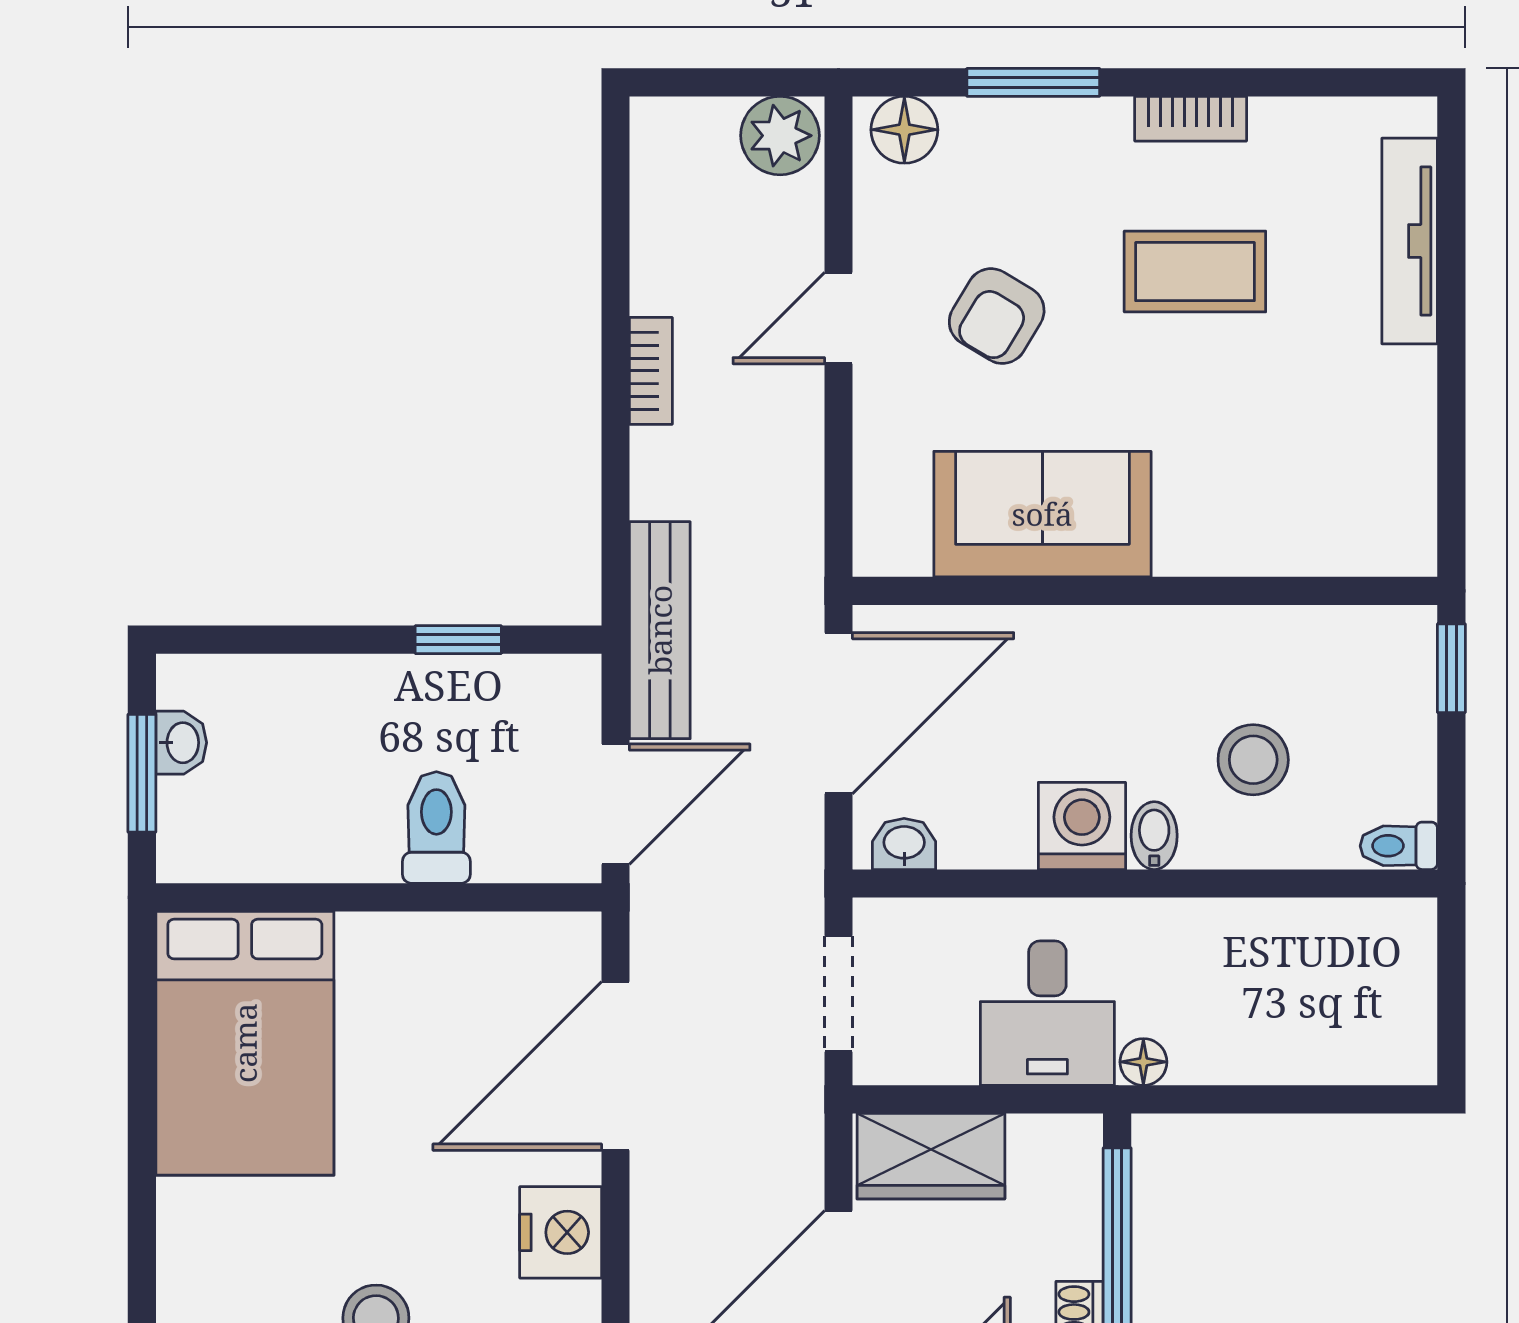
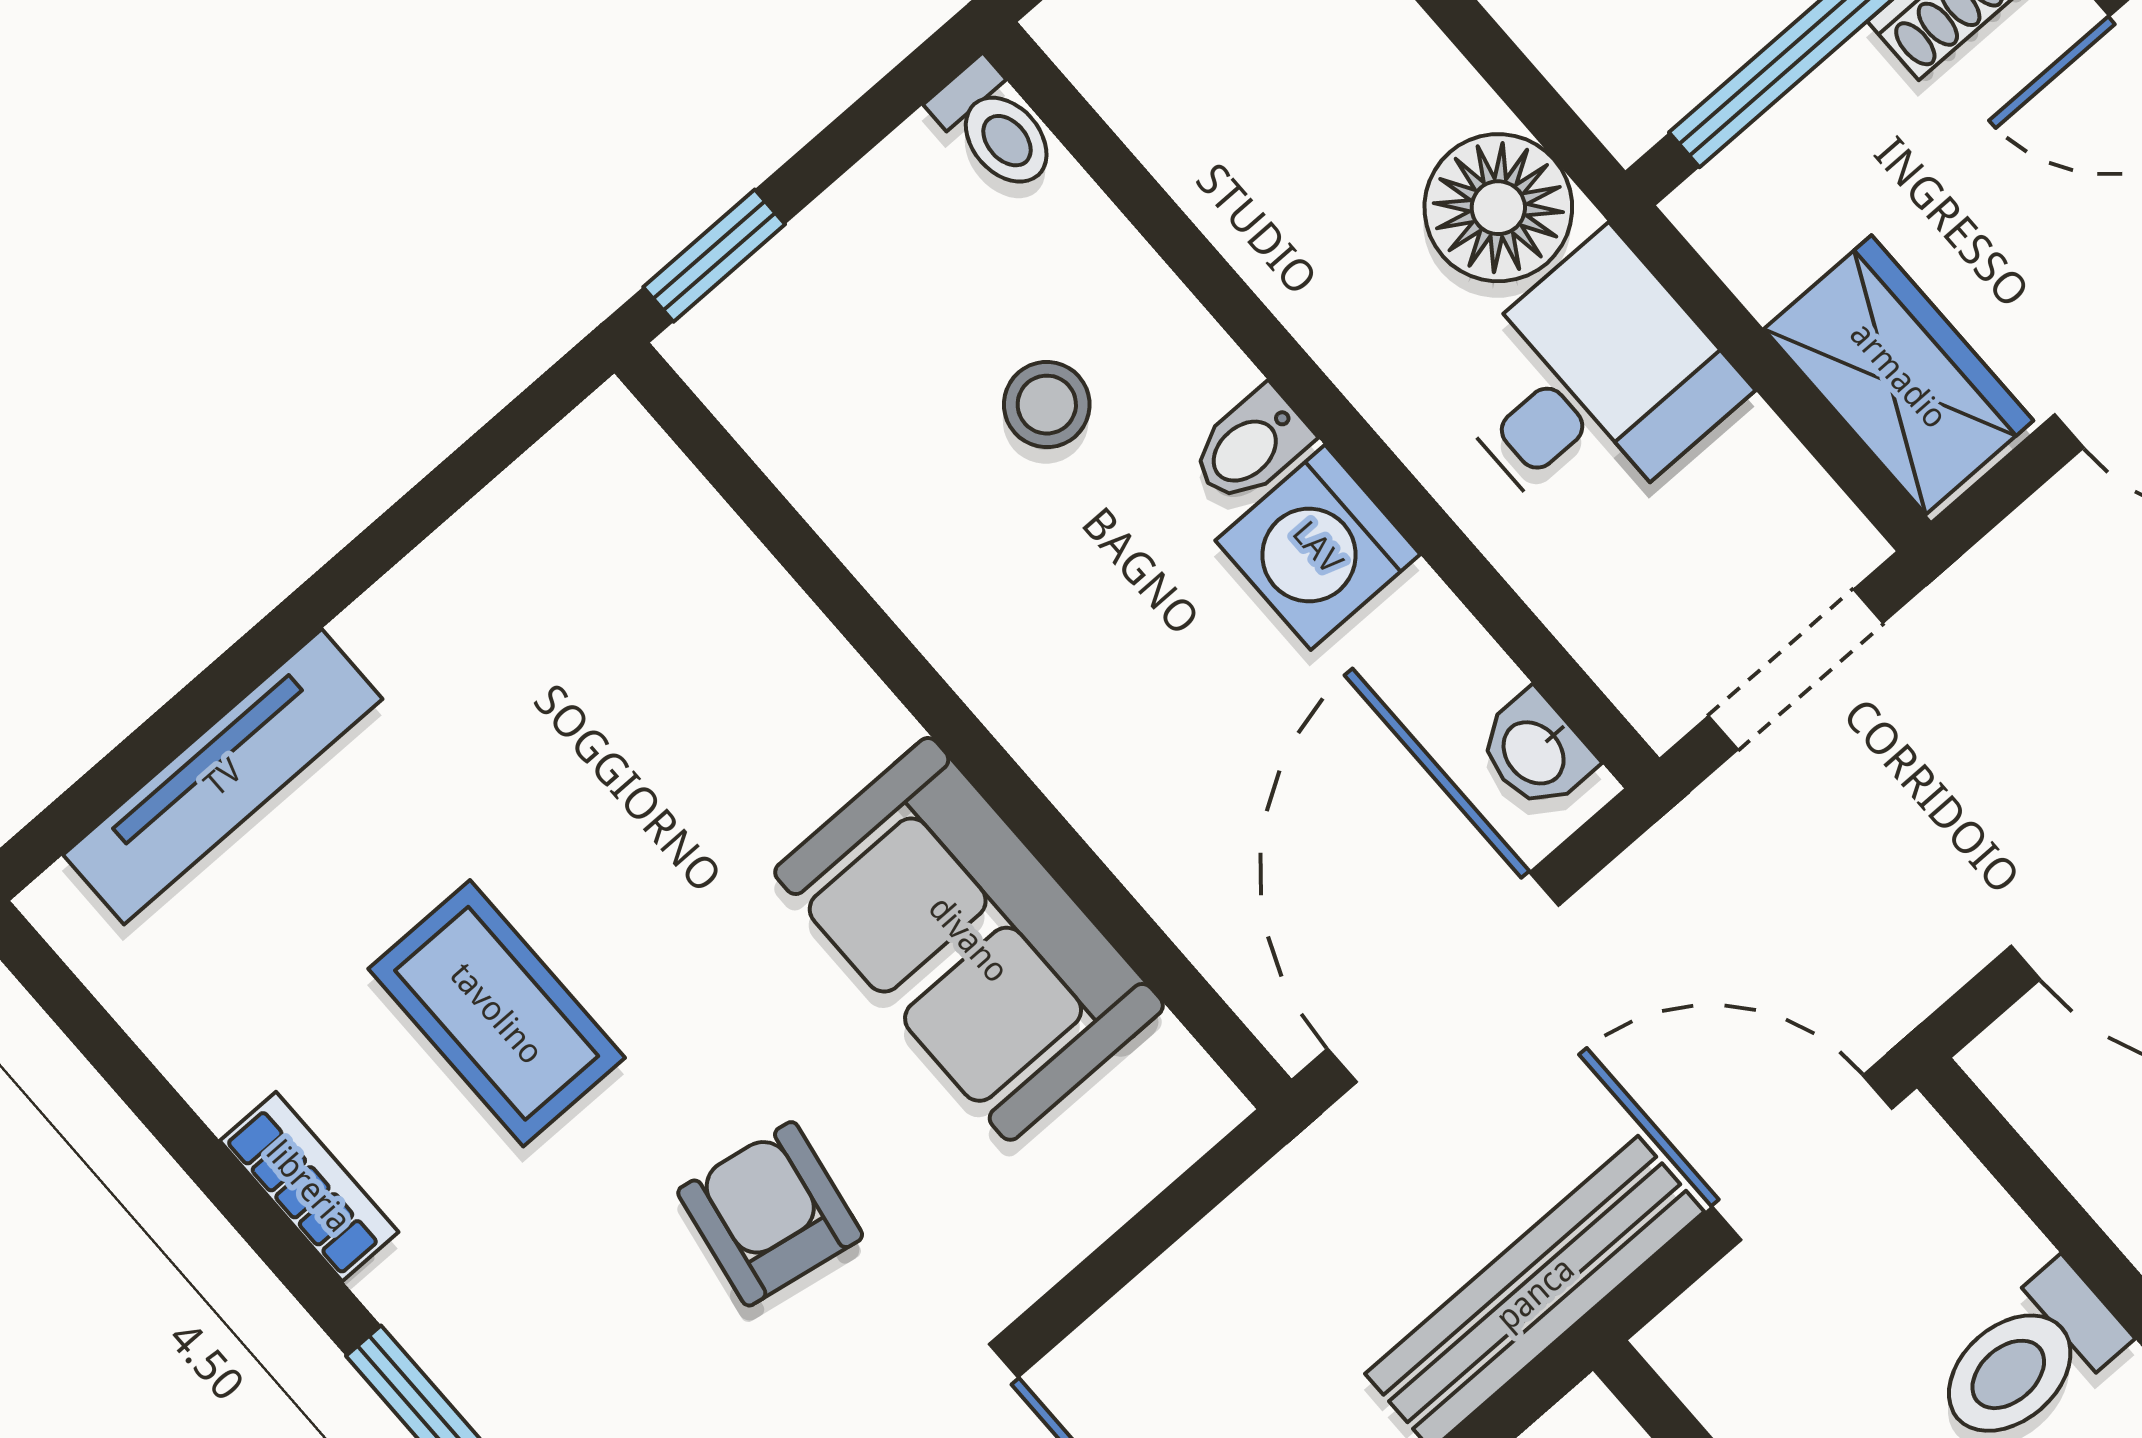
armchair: (997, 316) -> (770, 1214), turned -111
door: (838, 713) -> (1443, 977), hinge flipped
stool: (1253, 760) -> (1047, 405), width x0.73, depth x0.73
floor lamp: (1143, 1062) -> (1498, 208), width x1.89, depth x1.89

